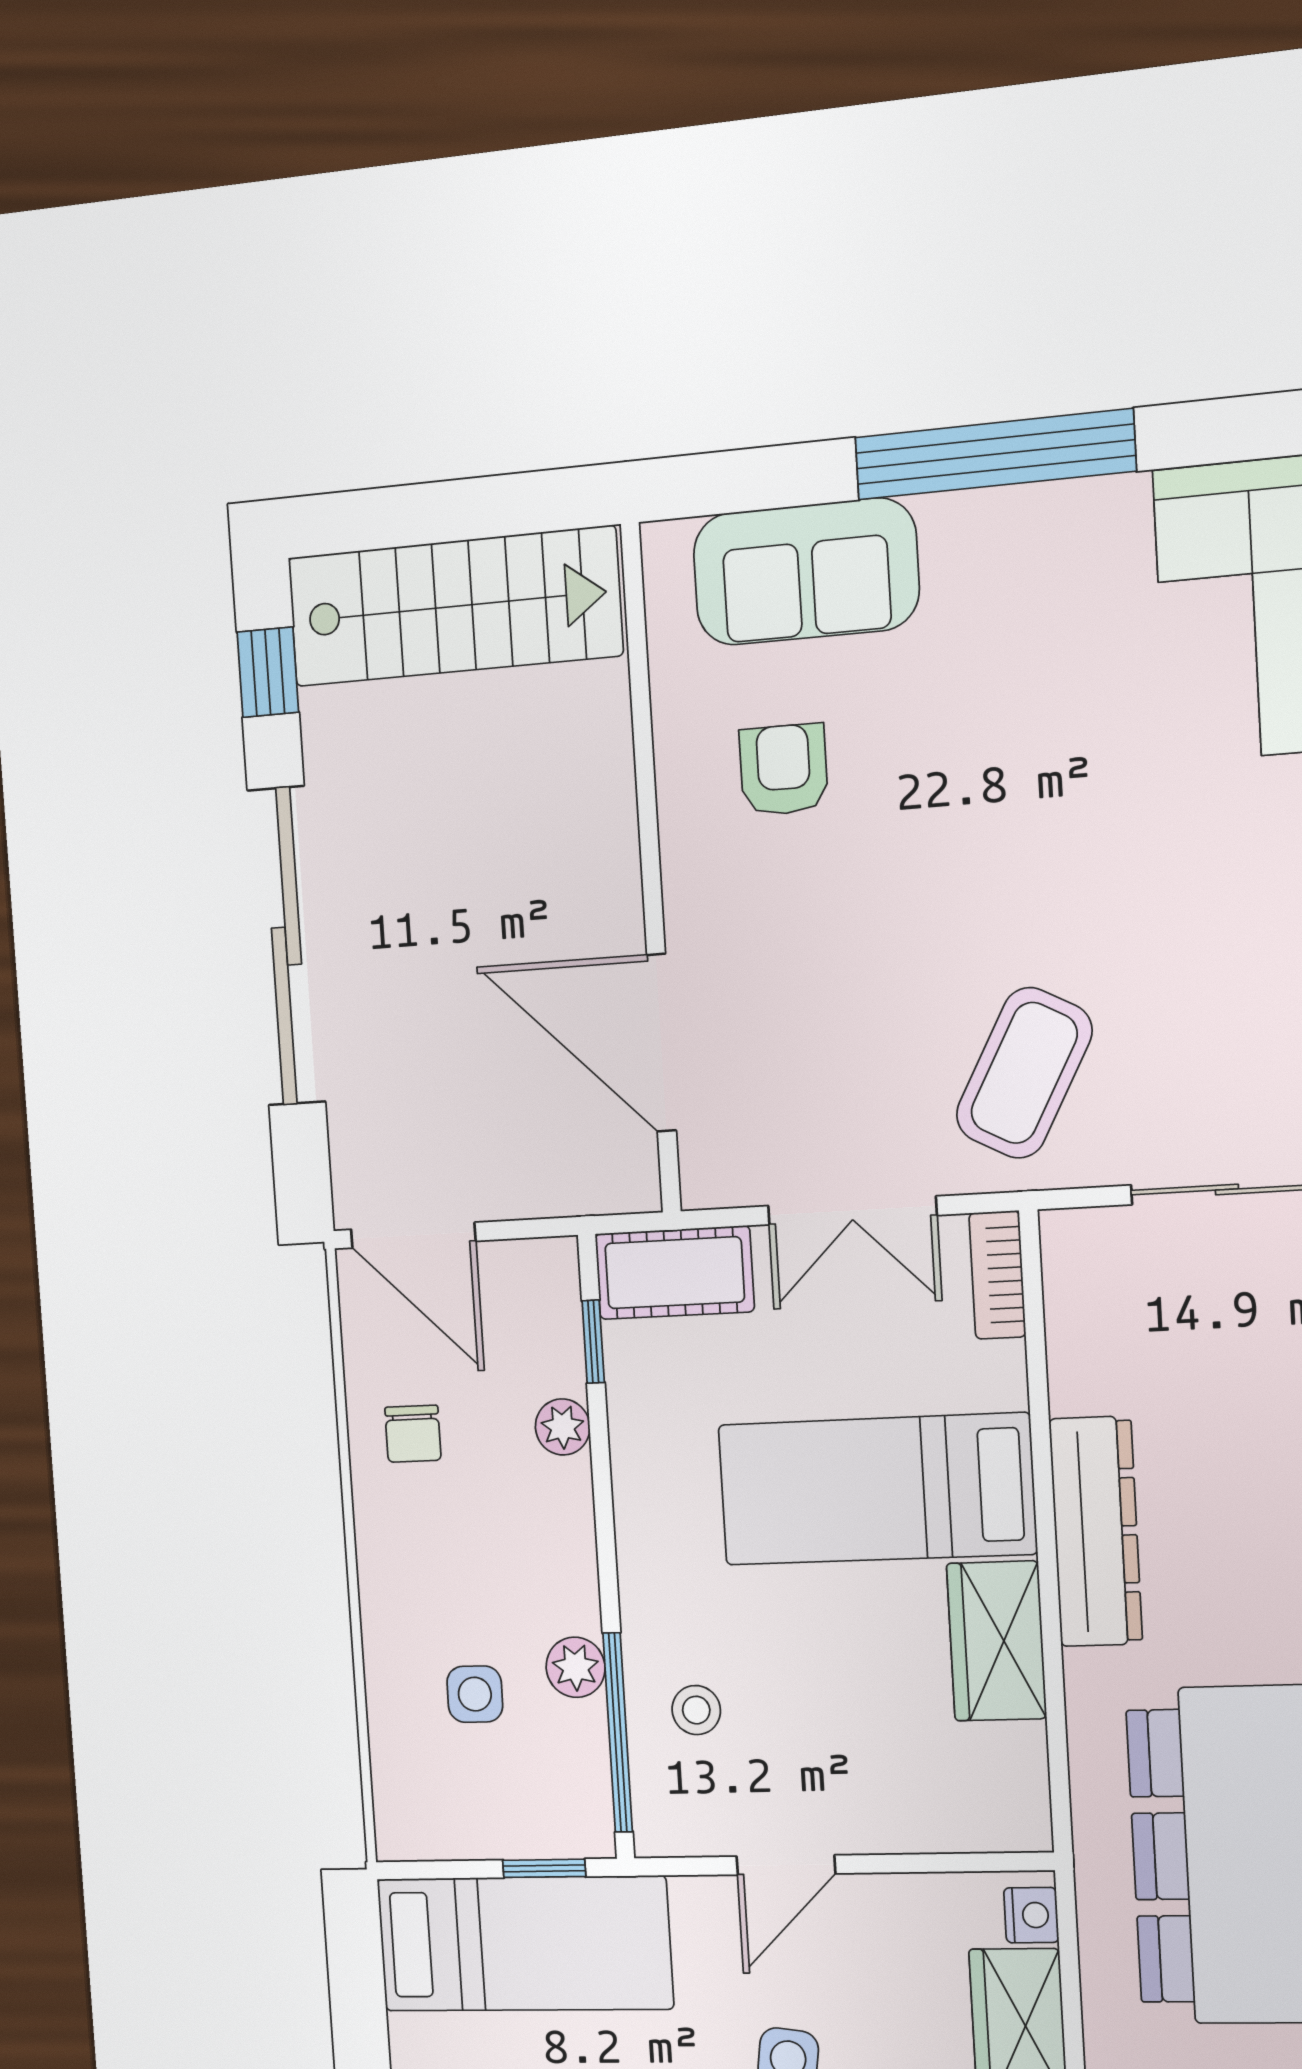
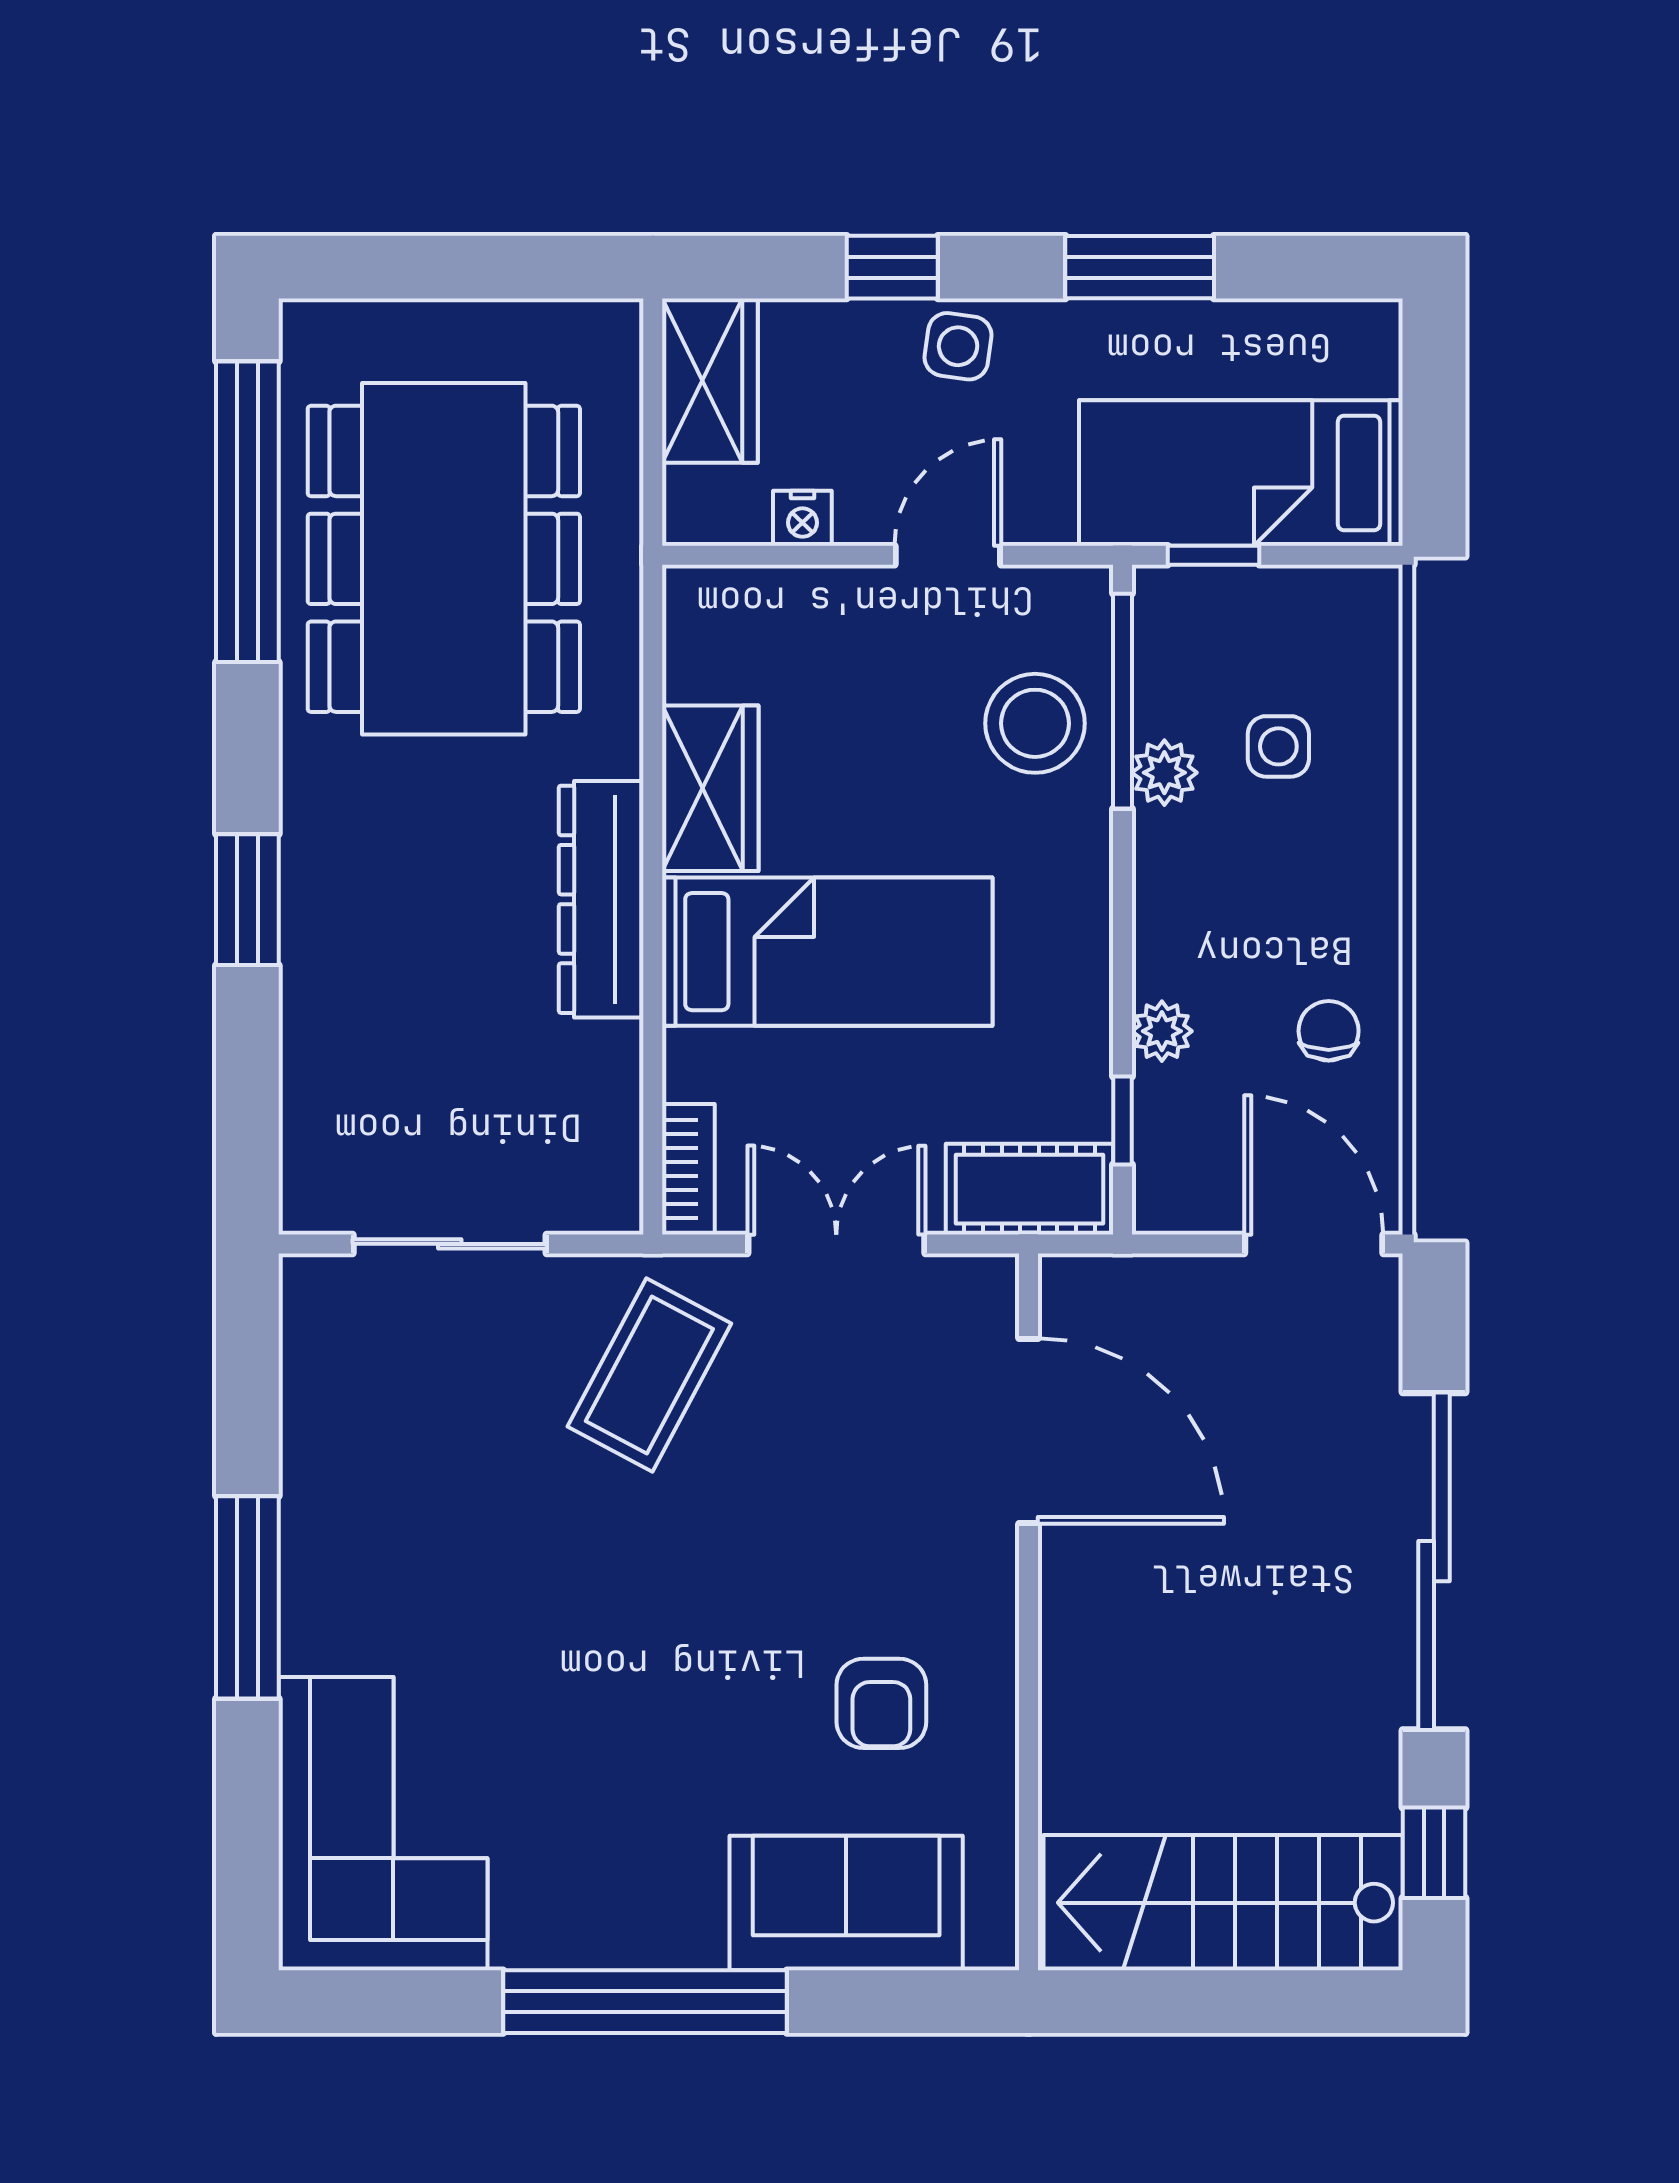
stool: (696, 1710) -> (1035, 723), width x1.89, depth x1.89
nightstand: (1031, 1915) -> (802, 518), moved, turned -90

